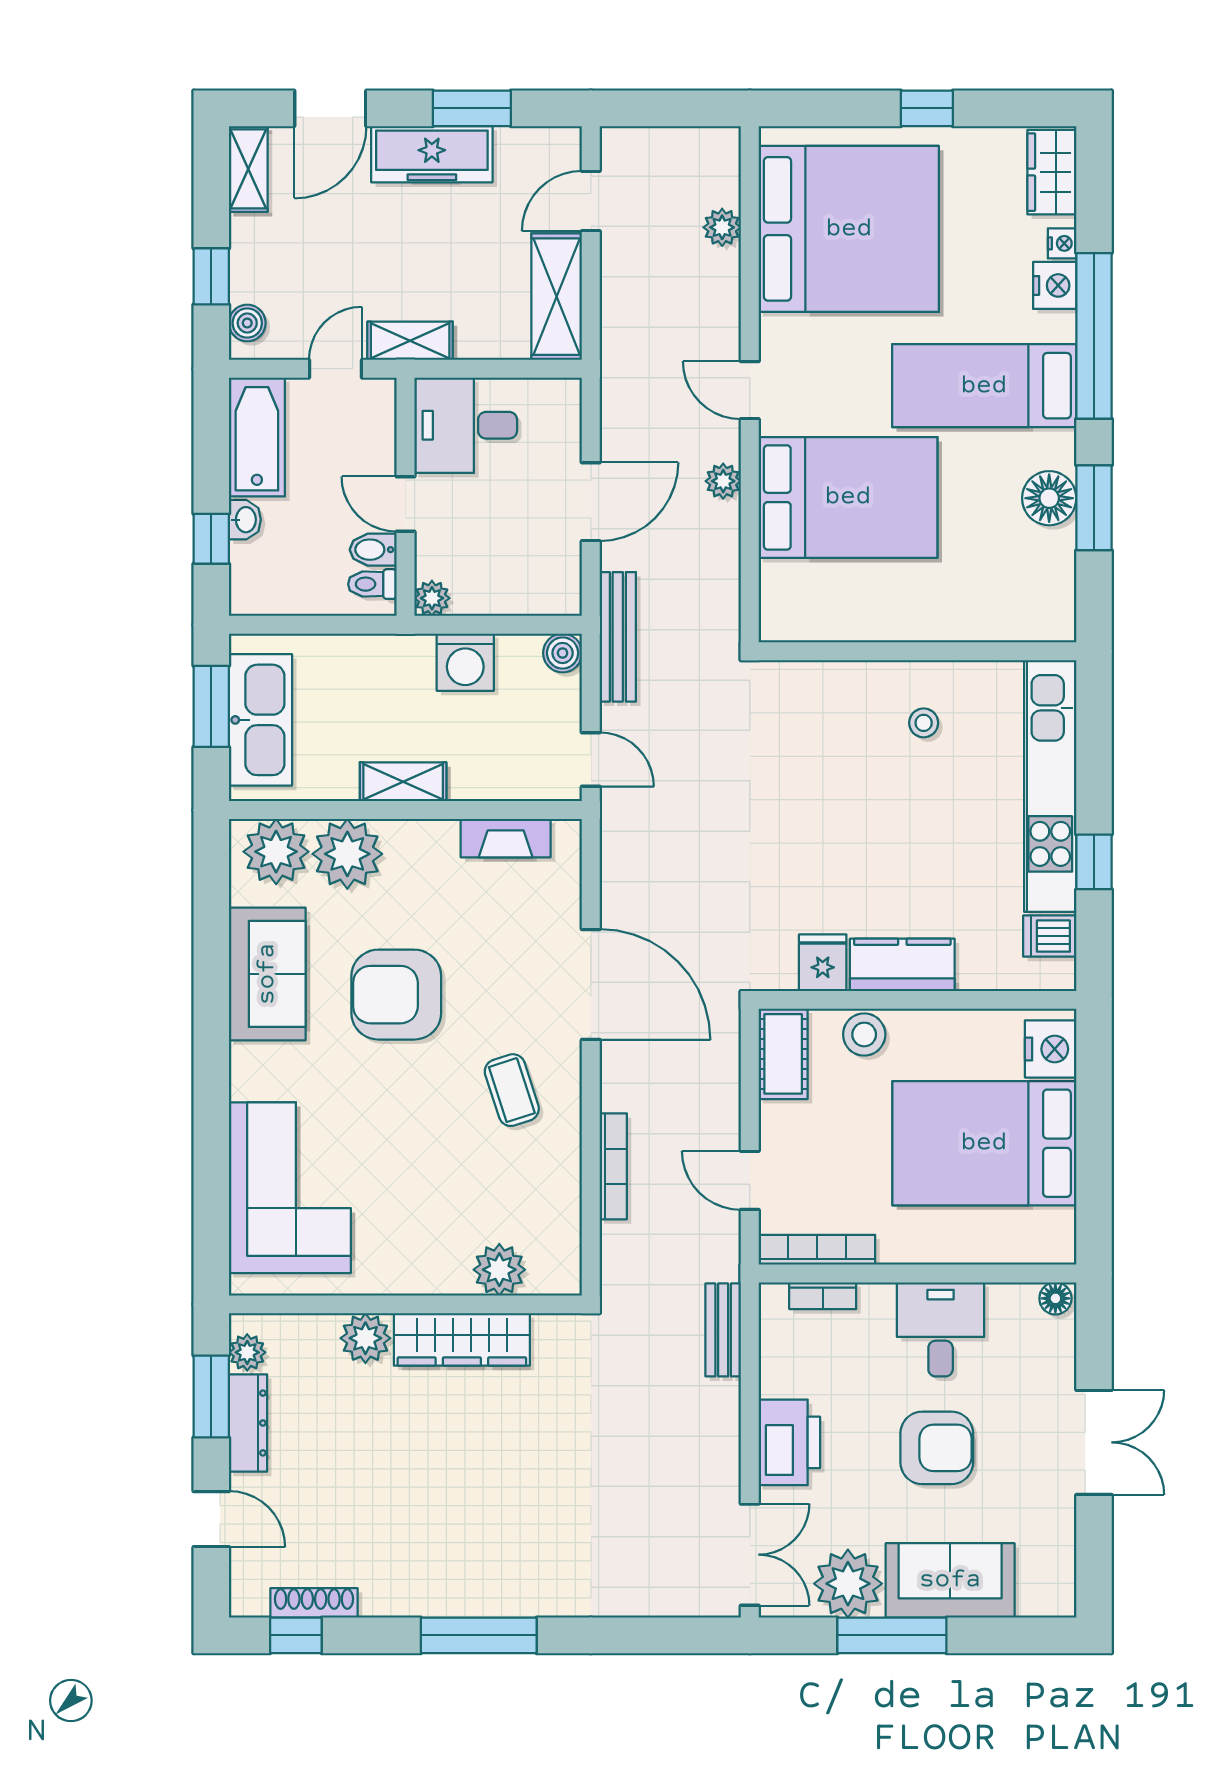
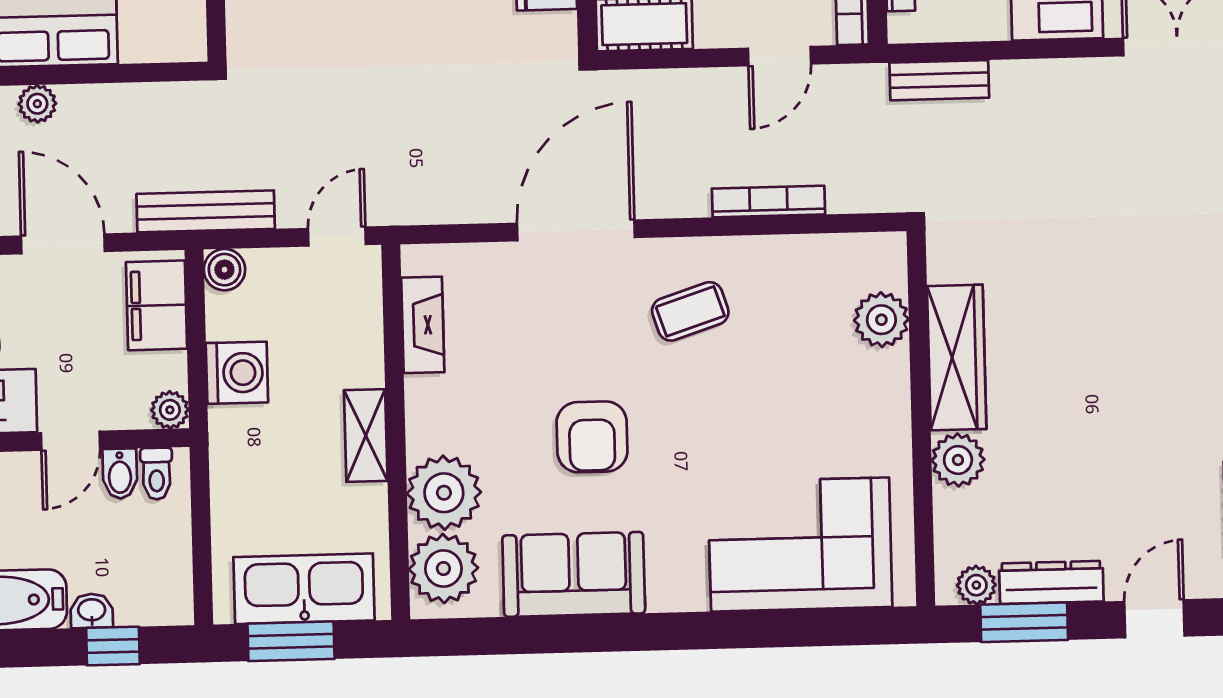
filing cabinet: (531, 588) -> (157, 305), added
armchair: (396, 995) -> (592, 437), width x0.73, depth x0.73

